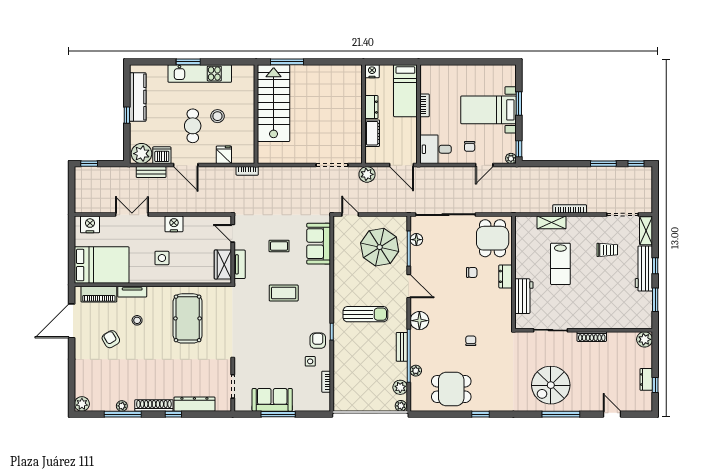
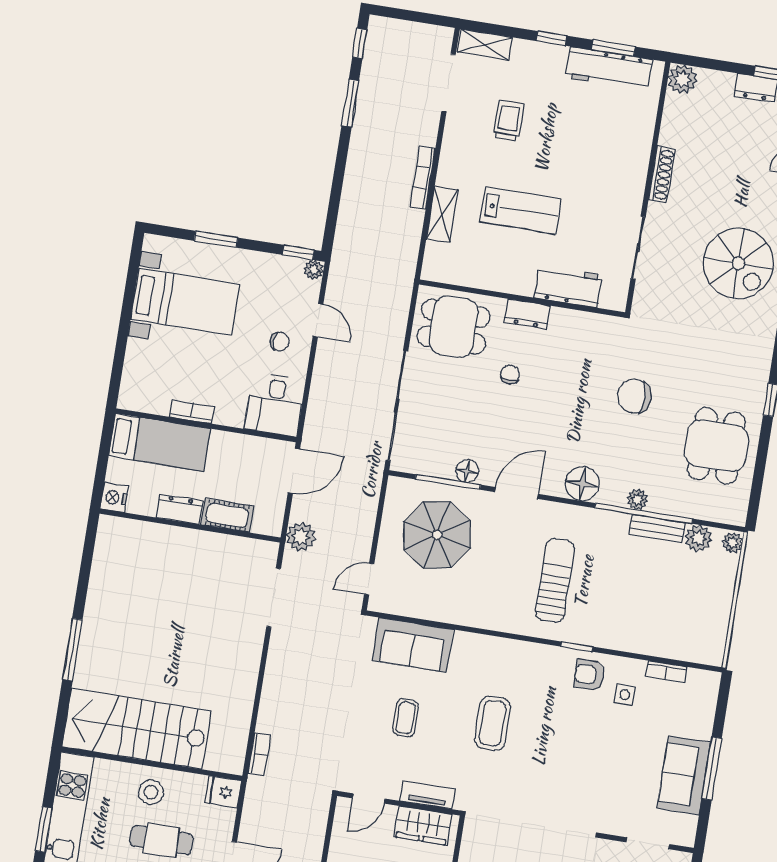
stairs: (274, 103) -> (137, 729), moved
bed with nightstands: (489, 110) -> (185, 302), moved, turned -90
wall: (256, 114) -> (152, 764), moved
floor lamp: (416, 240) -> (467, 471), moved
workbench: (644, 269) -> (609, 69), moved
chair: (471, 341) -> (634, 396), width x1.87, depth x1.87
bench: (402, 347) -> (657, 529), moved
plant: (416, 371) -> (637, 499), moved

